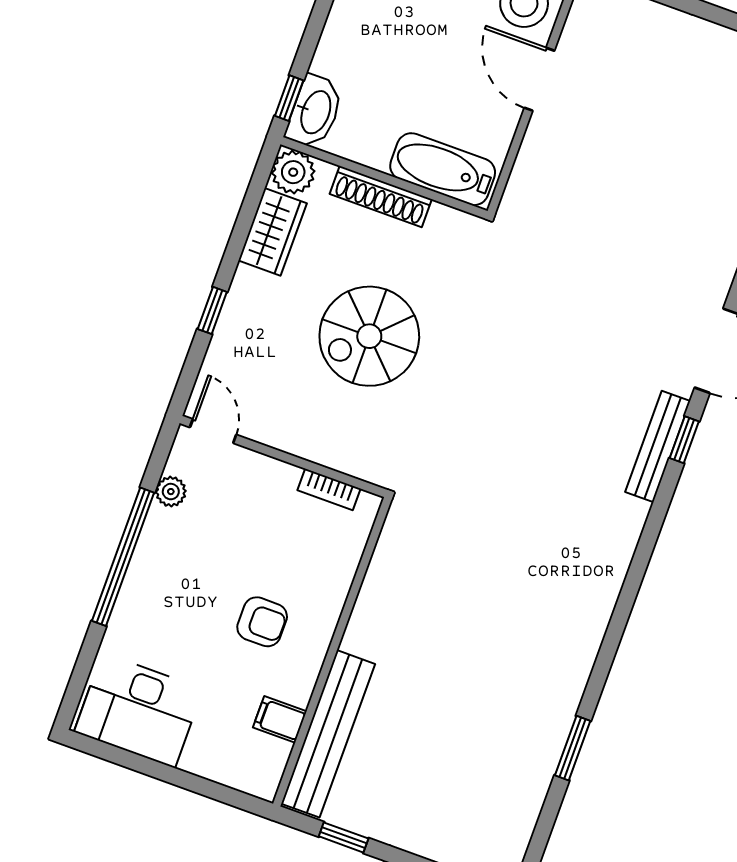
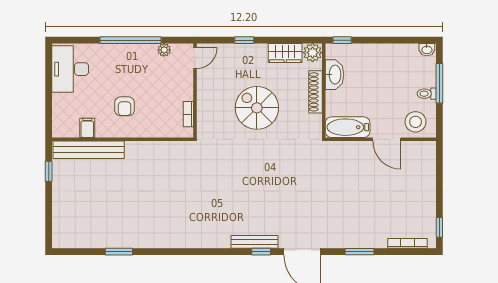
door: (539, 79) -> (387, 139), swing flipped
washbasin: (315, 112) -> (335, 75), moved, turned -90
bathtub: (443, 169) -> (348, 127), moved, turned -90

